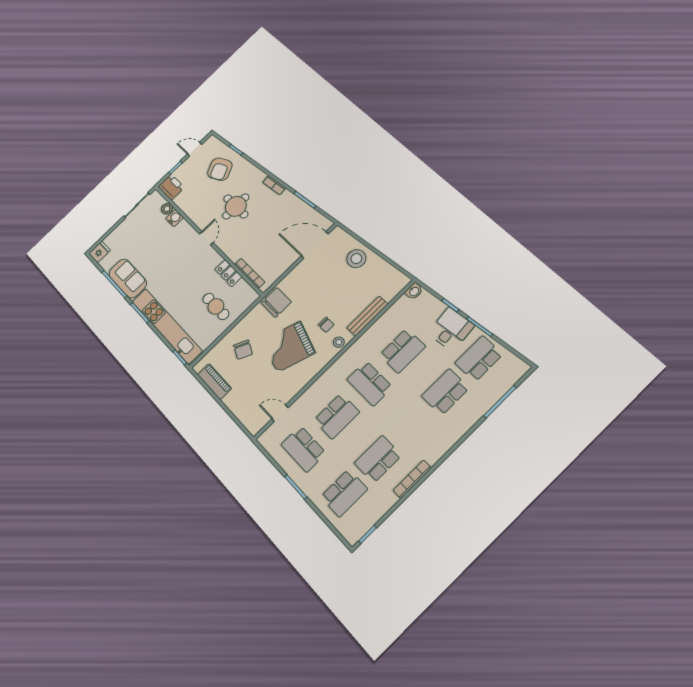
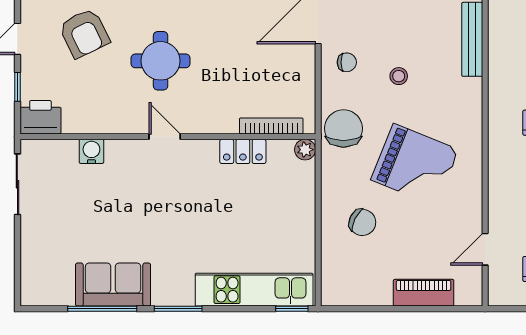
plant: (167, 209) -> (305, 150), moved
fridge: (100, 252) -> (34, 290), removed
cafe table: (216, 306) -> (271, 206), removed
chair: (326, 325) -> (347, 62), moved
kitchen unit: (167, 326) -> (254, 290), width x0.73
stool: (339, 342) -> (399, 76), moved
grand piano: (289, 347) -> (415, 165), turned -86
piano: (215, 382) -> (424, 293), moved

